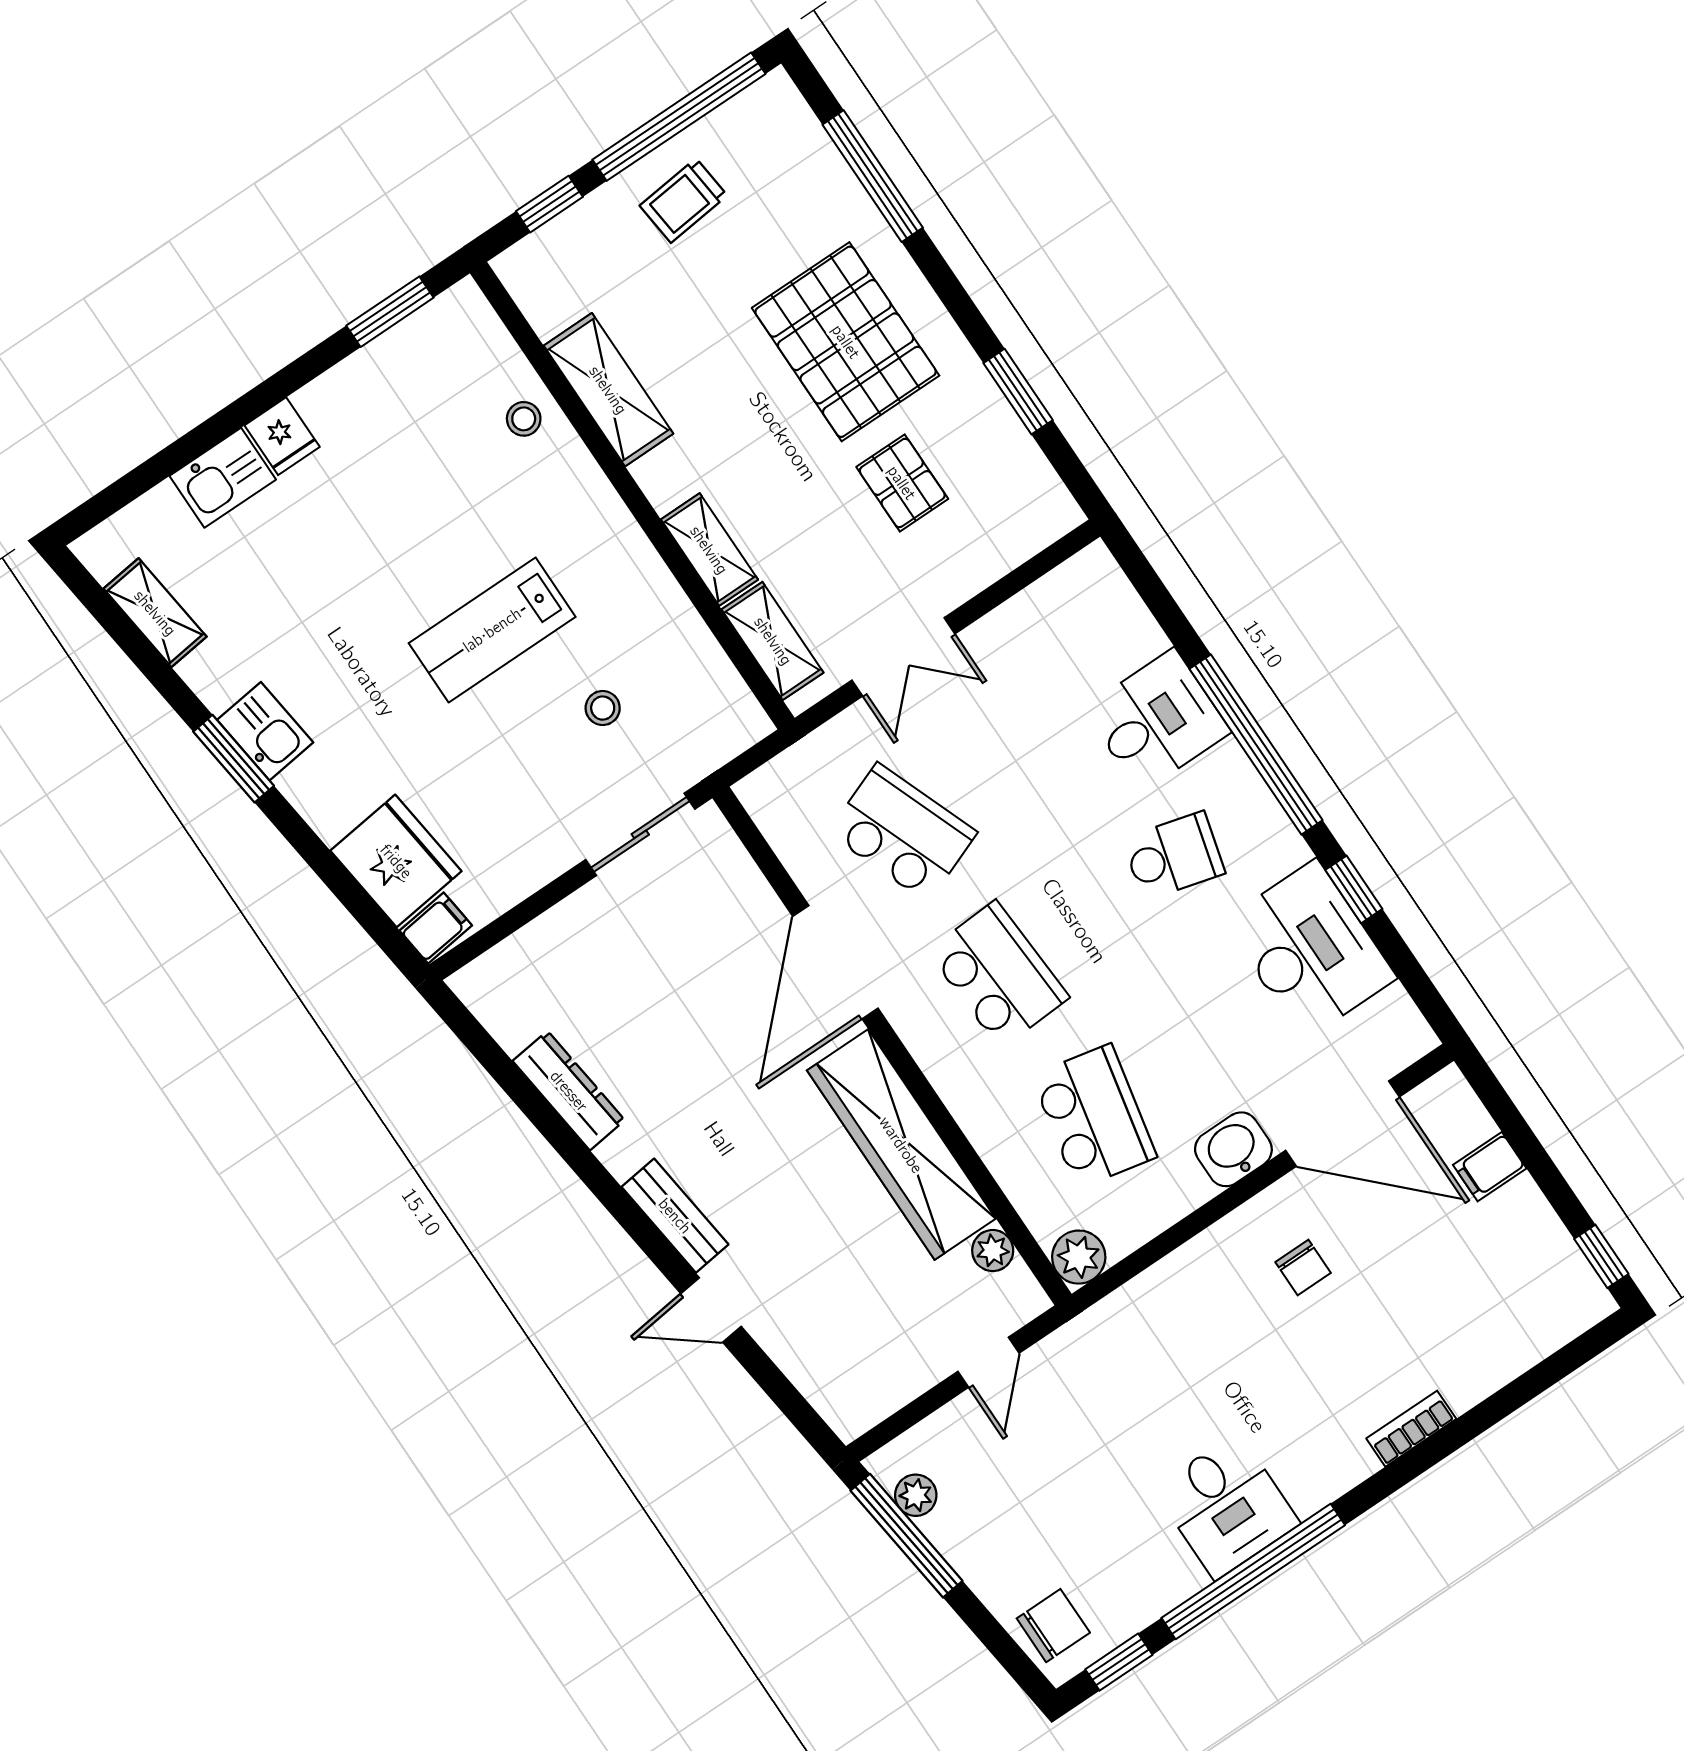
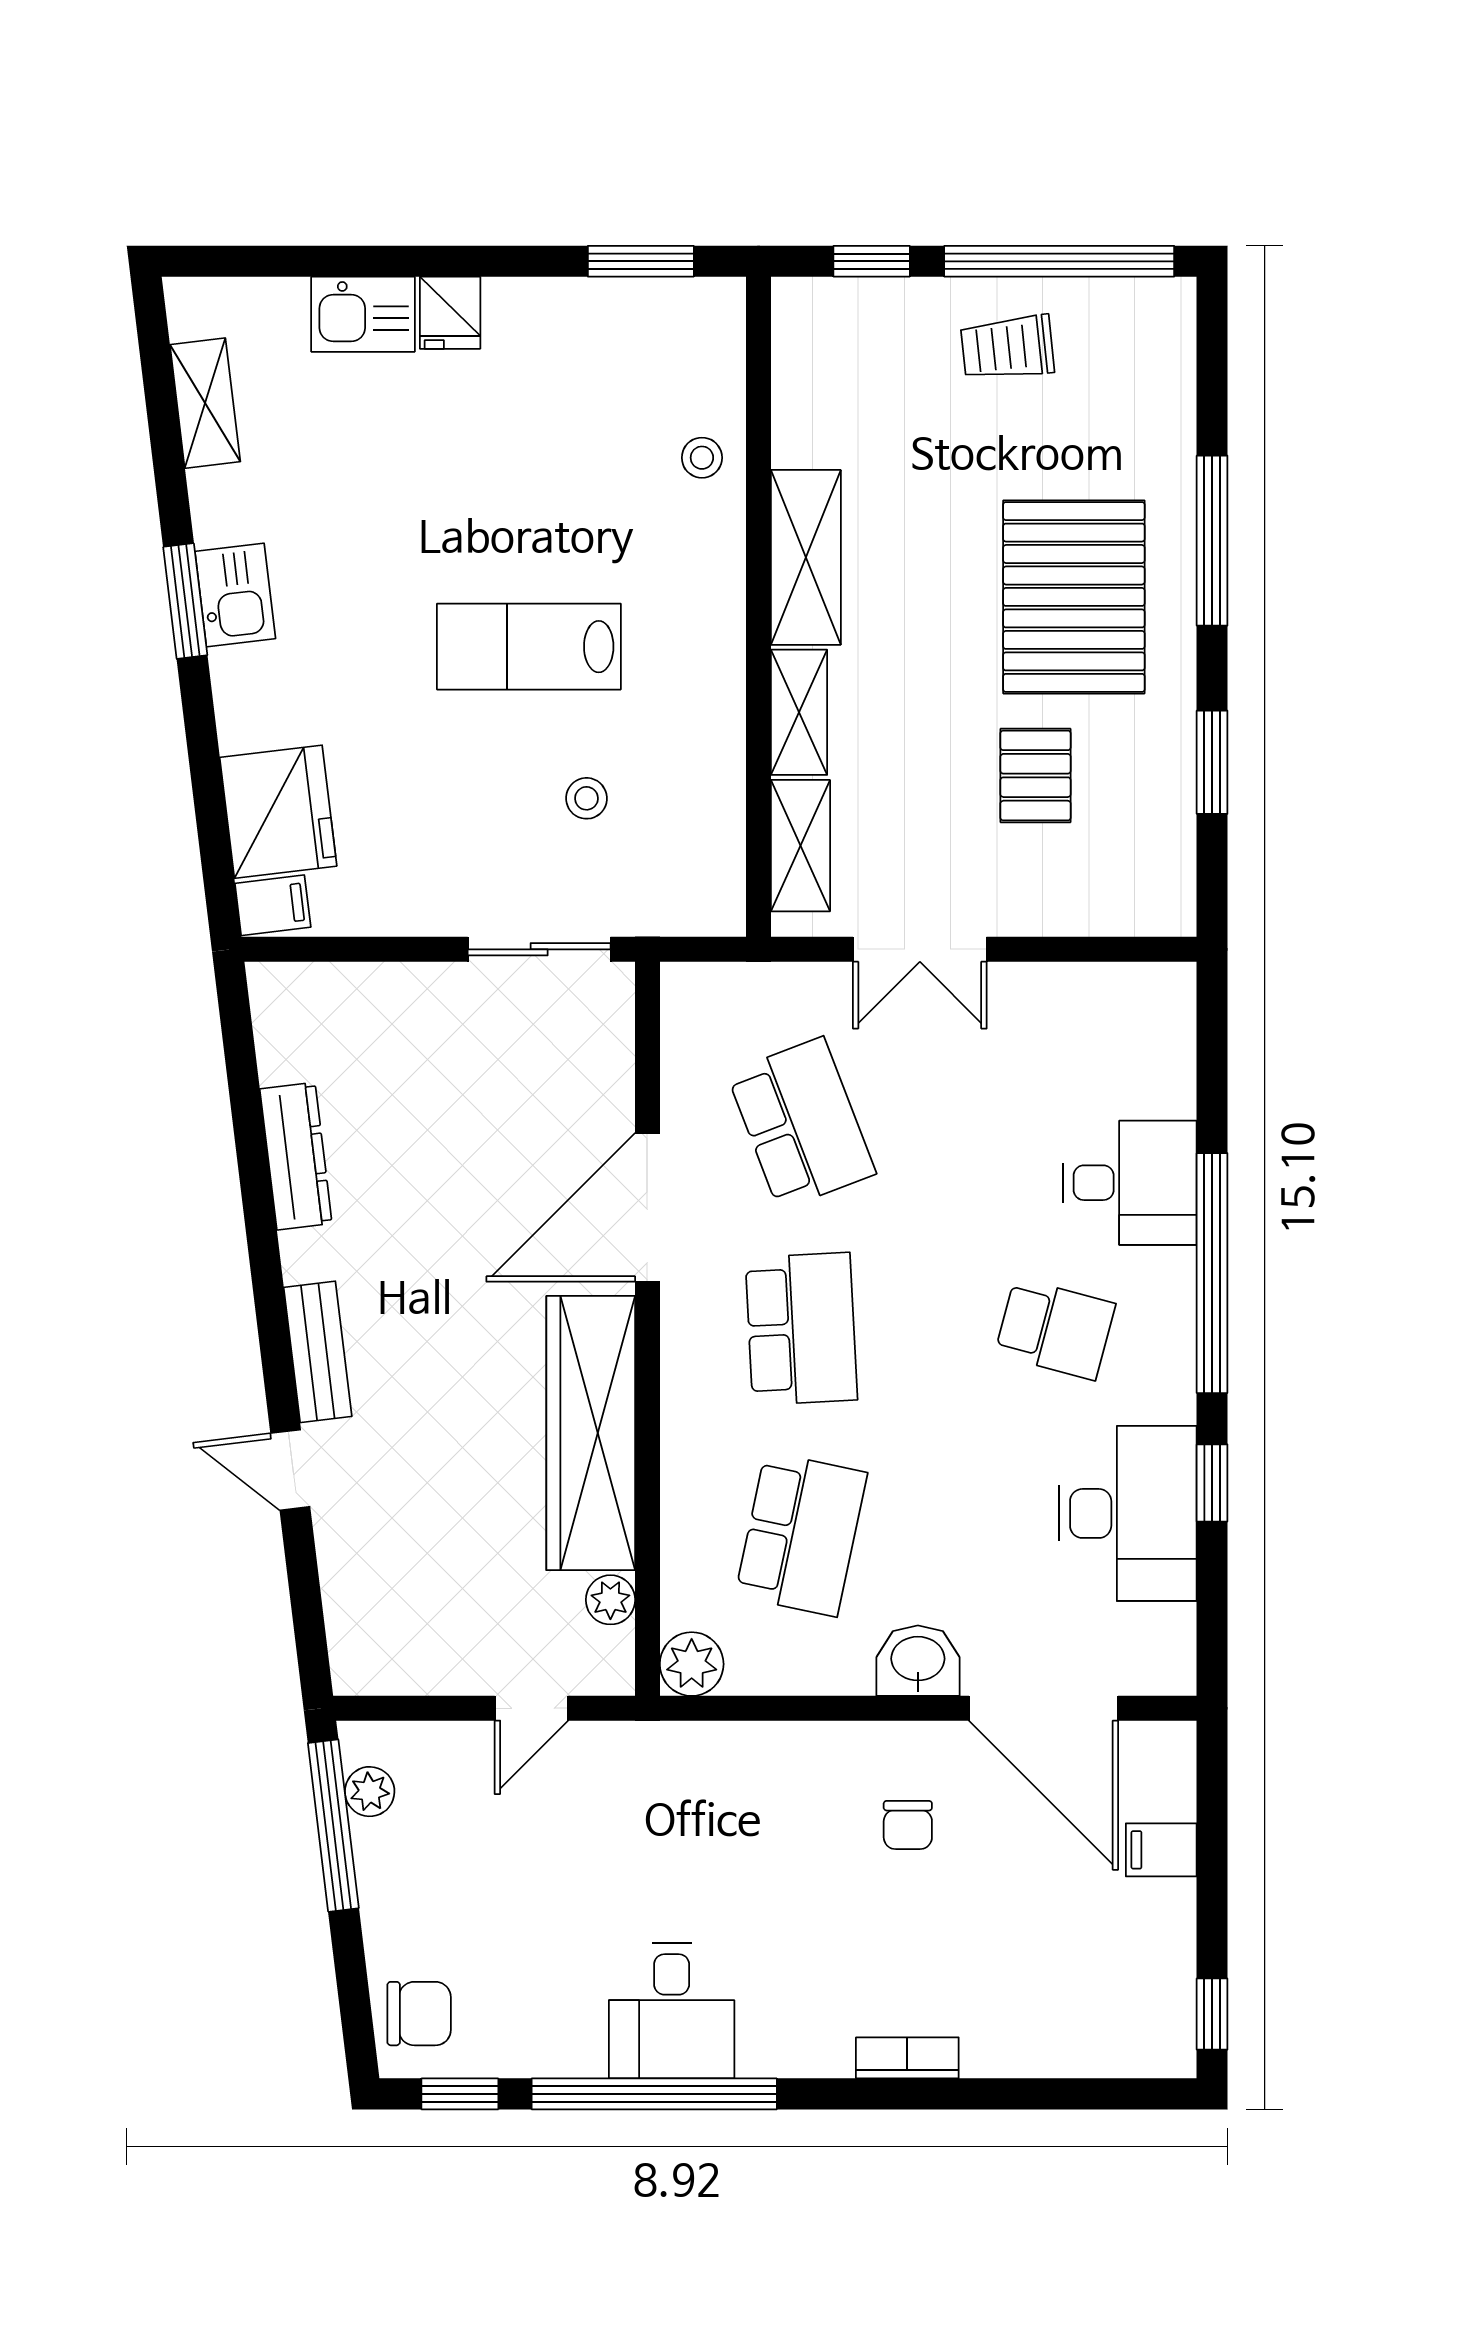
window: (873, 176) -> (1212, 541), moved
shelving: (608, 390) -> (806, 557), moved

